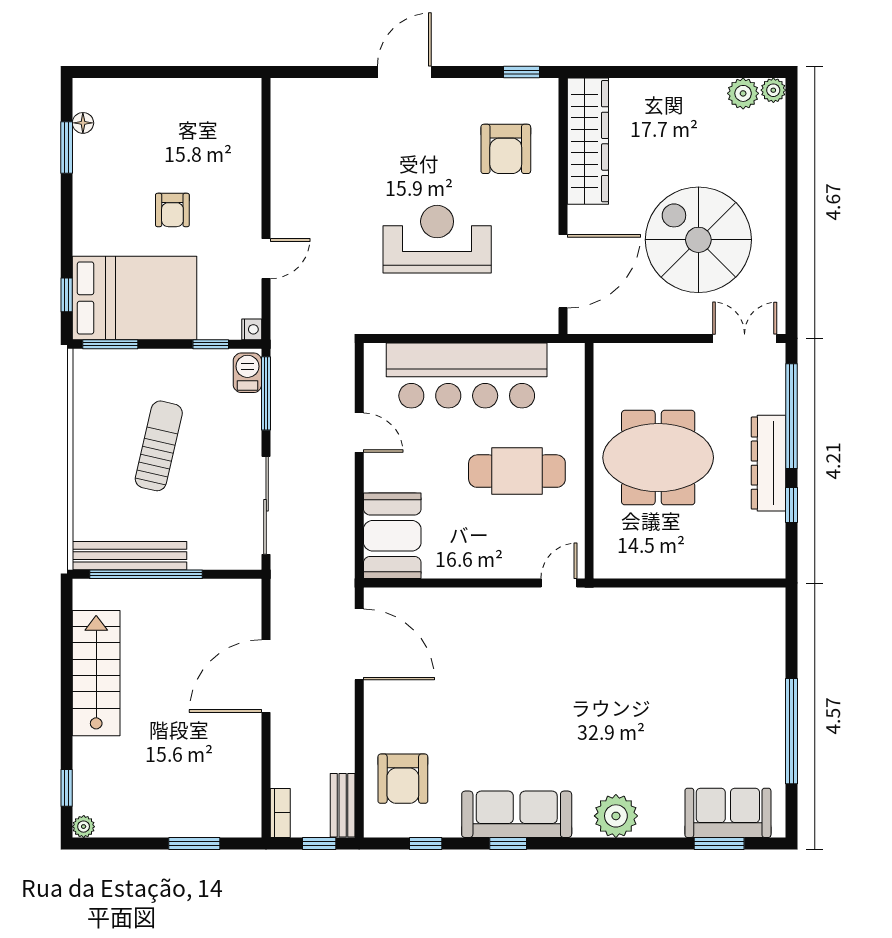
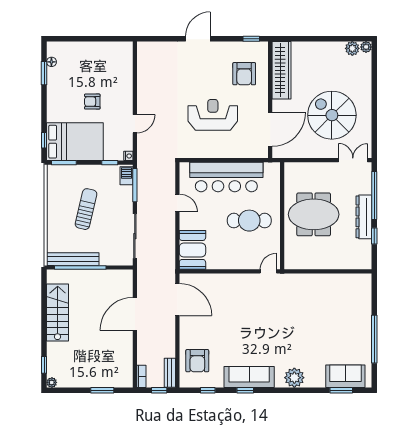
armchair: (172, 210) -> (92, 102), turned 90

